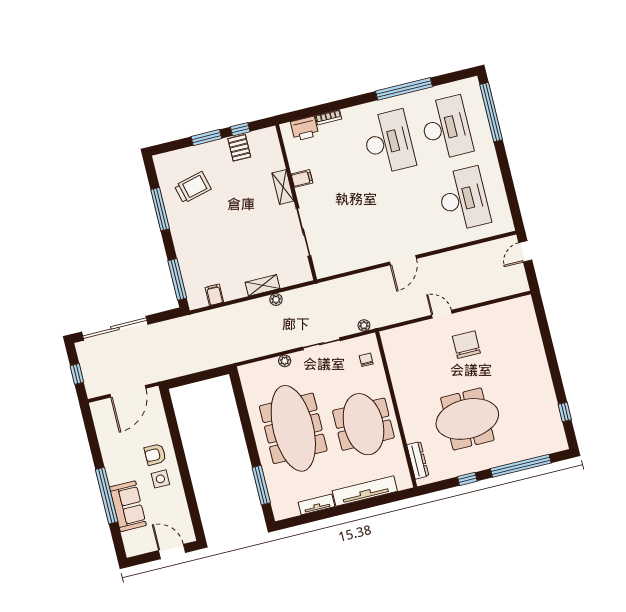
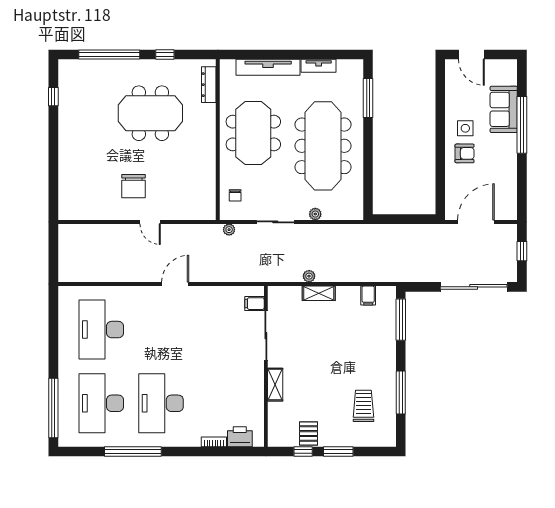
filing cabinet: (302, 179) -> (254, 304), moved
trolley: (193, 187) -> (363, 406), turned 104
door: (525, 251) -> (53, 263), removed

